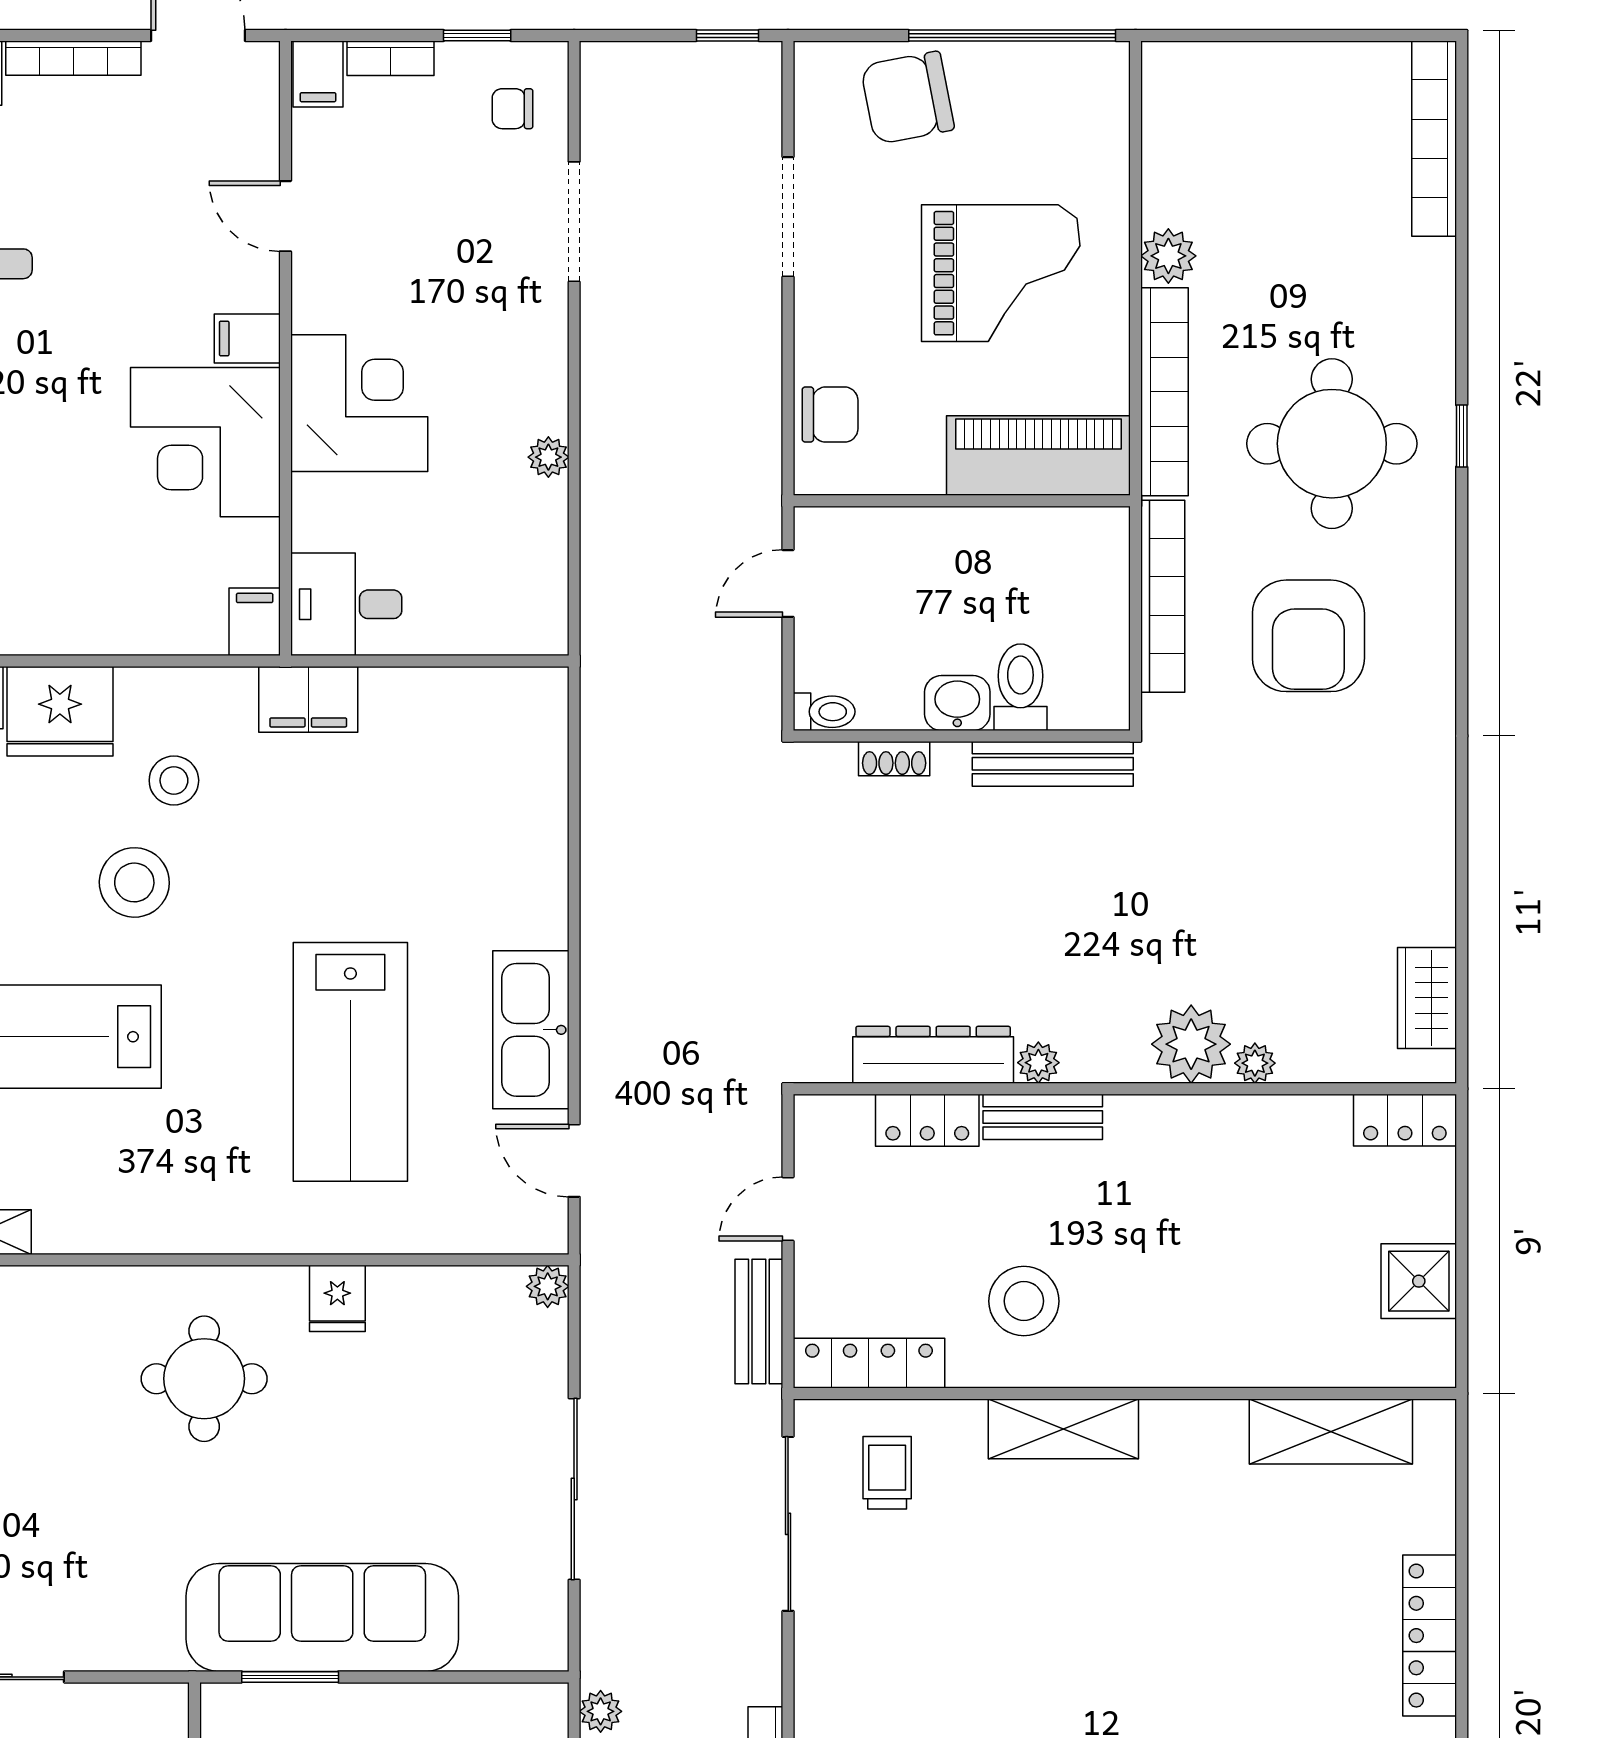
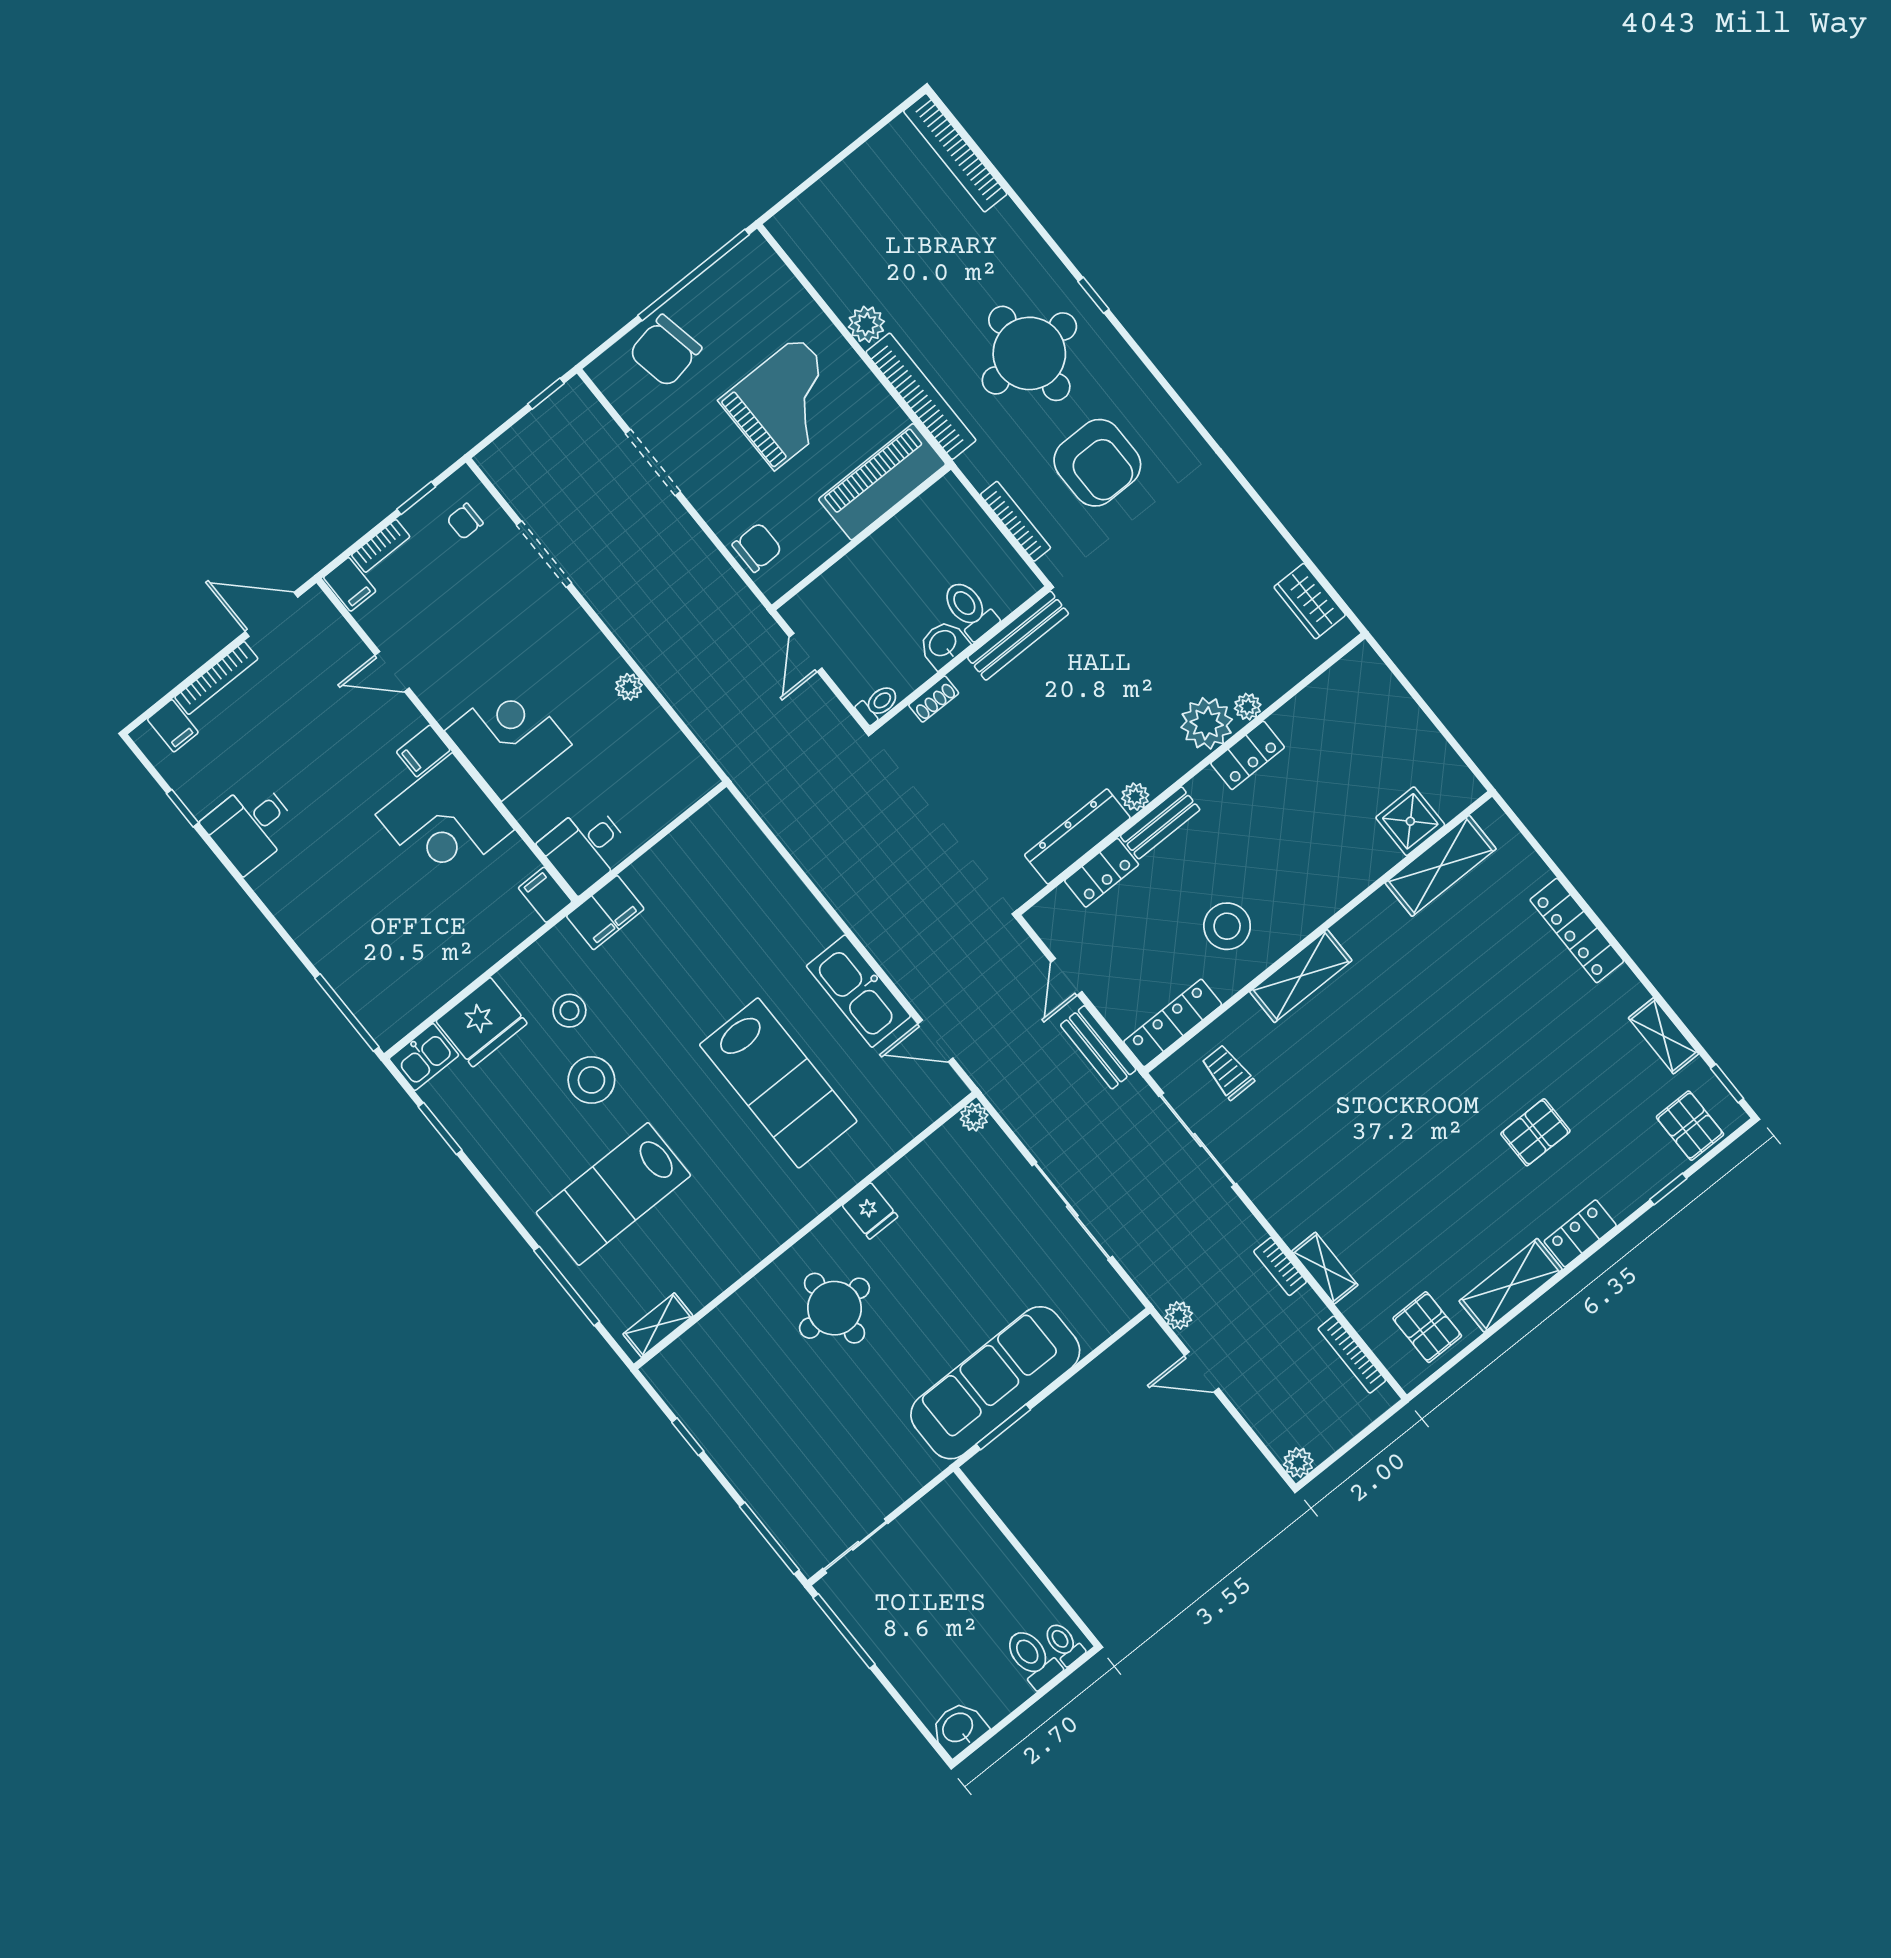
bookcase: (1163, 596) -> (1016, 521), width x0.68, depth x0.76
locker: (1405, 1120) -> (1248, 755), moved
shower: (1419, 1281) -> (1410, 821), moved

